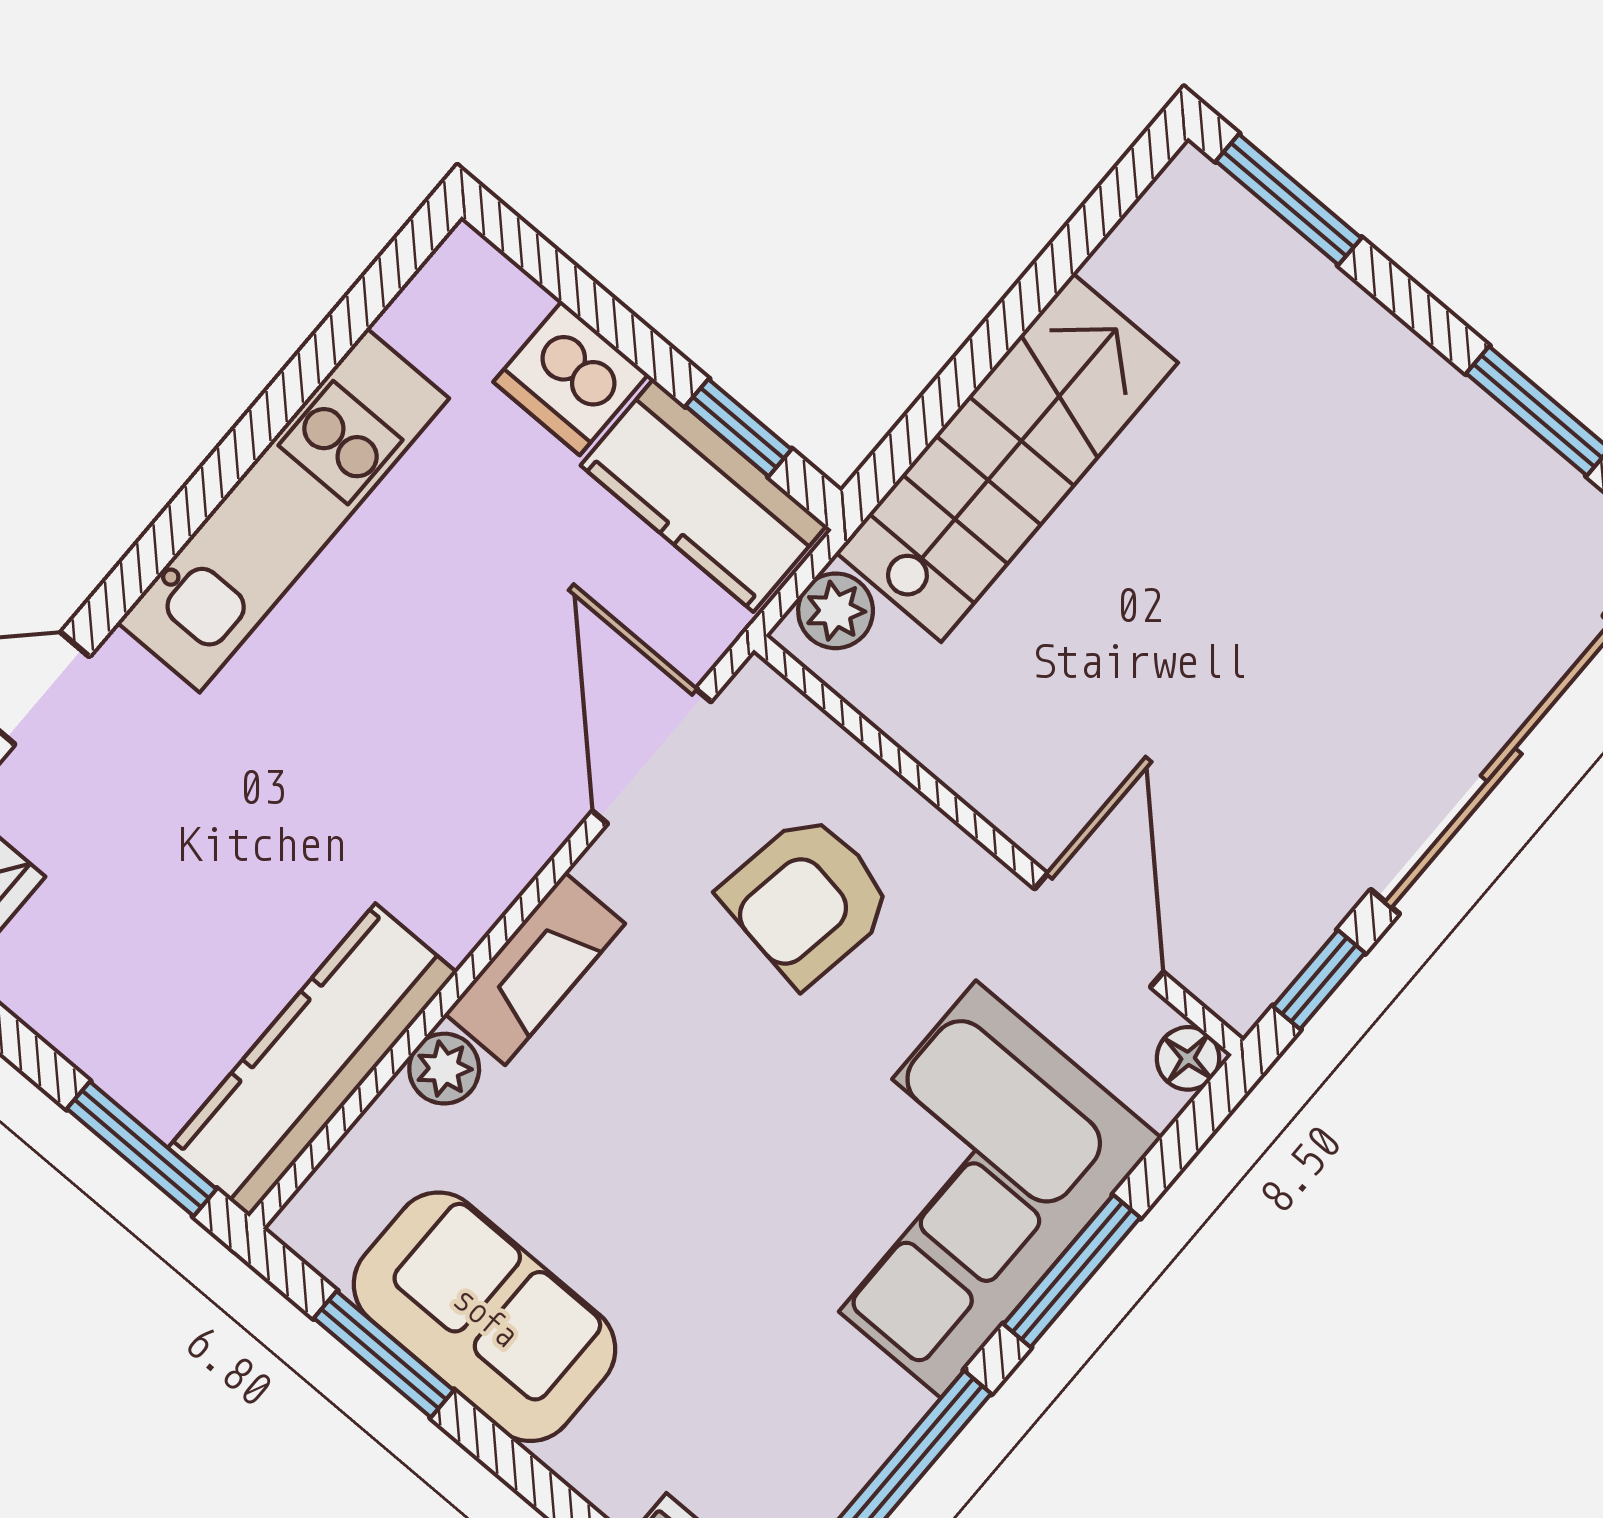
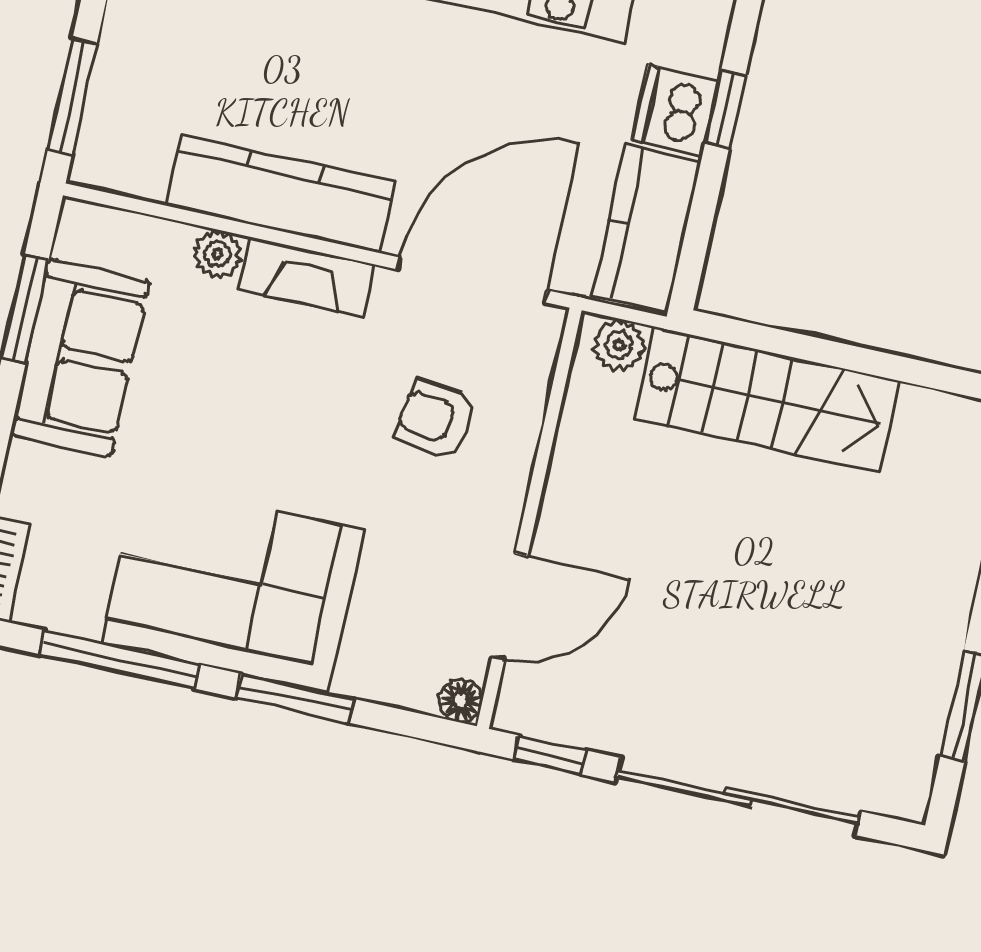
window: (739, 428) -> (725, 109), moved
door: (652, 756) -> (472, 280), width x1.36
armchair: (807, 899) -> (436, 420), width x0.72, depth x0.72
kitchen counter: (312, 1060) -> (280, 194), moved
corner sofa: (958, 1189) -> (232, 587), moved

